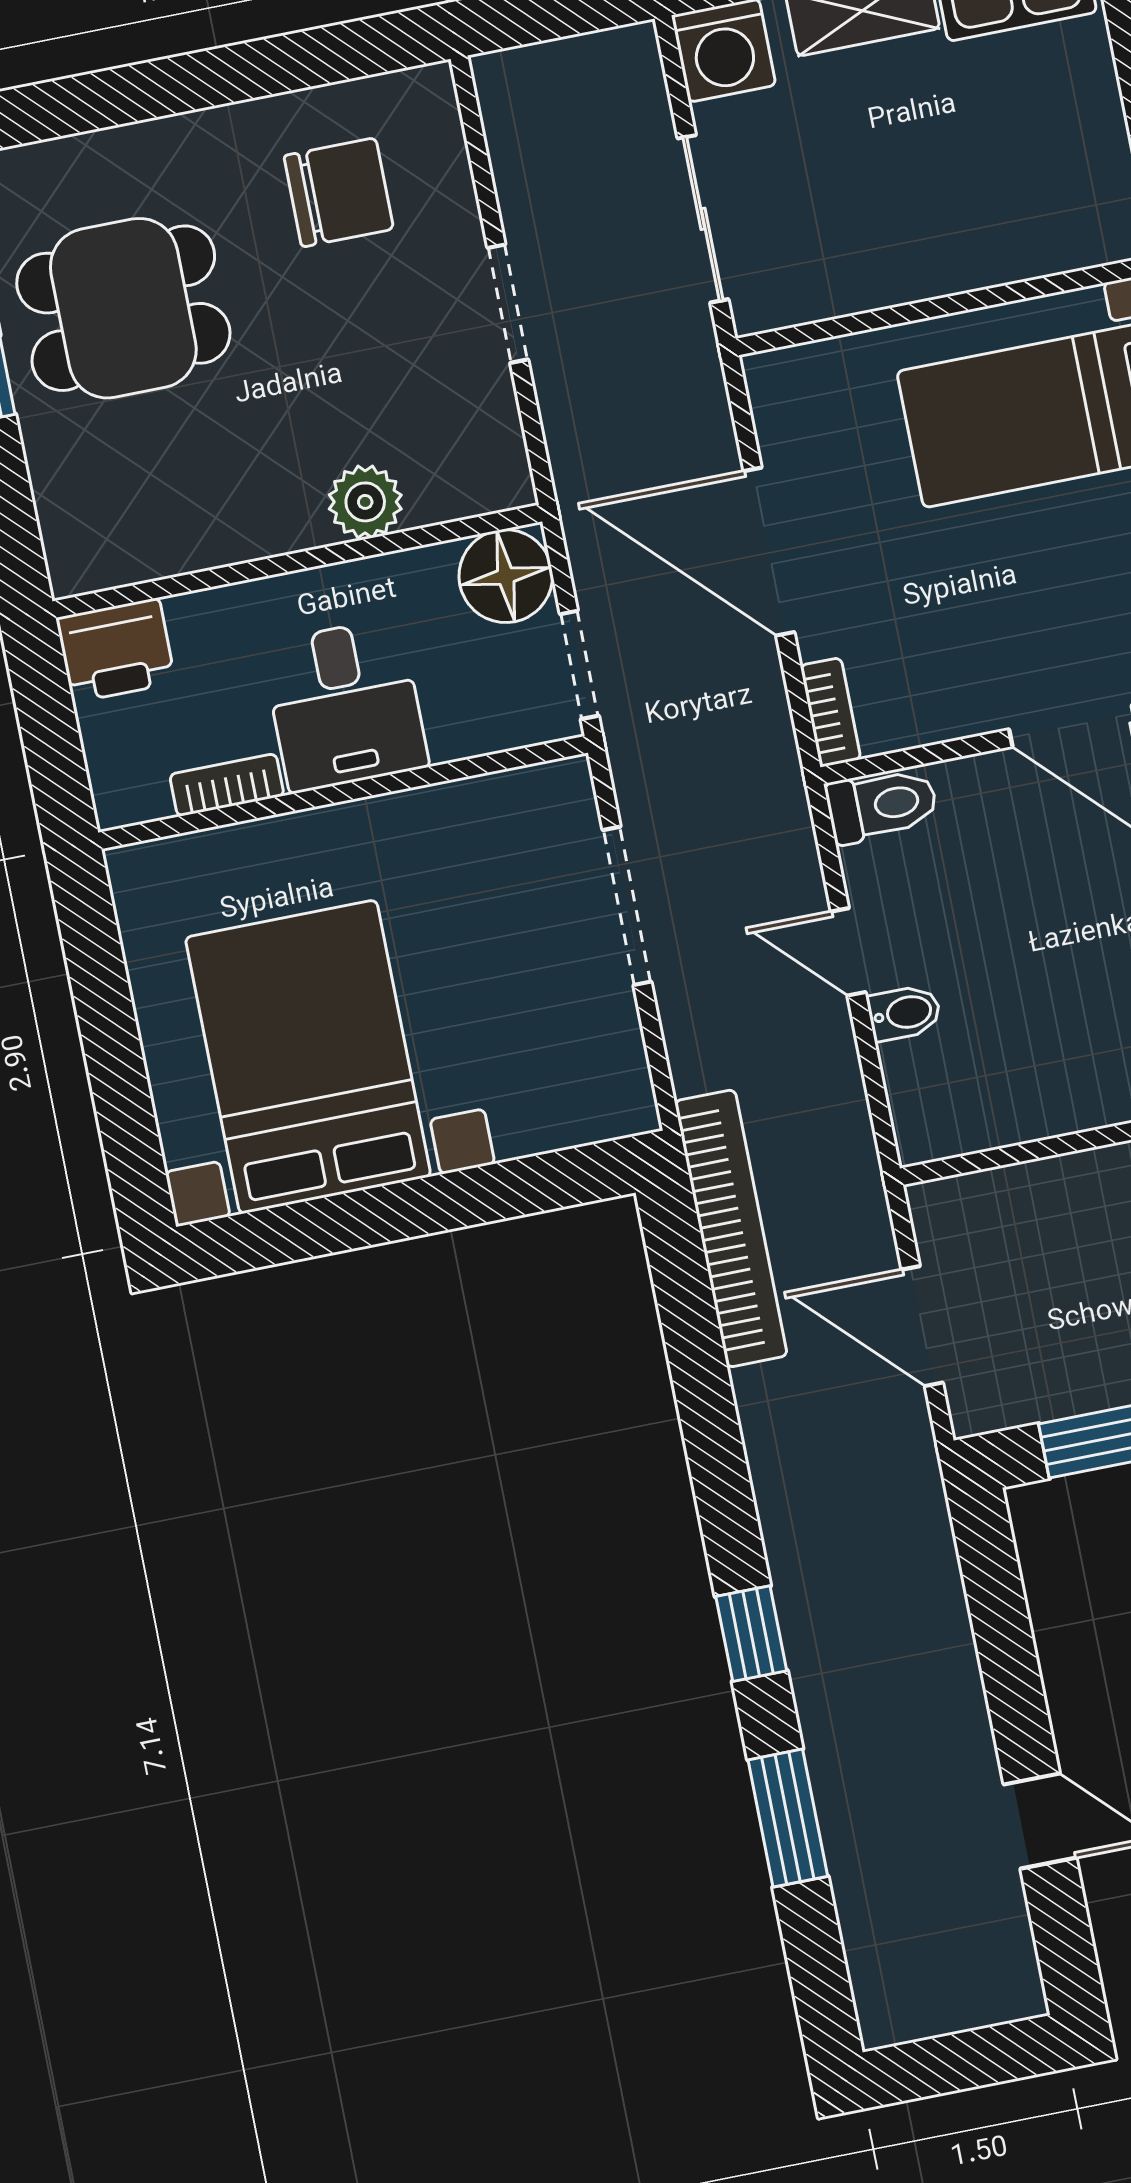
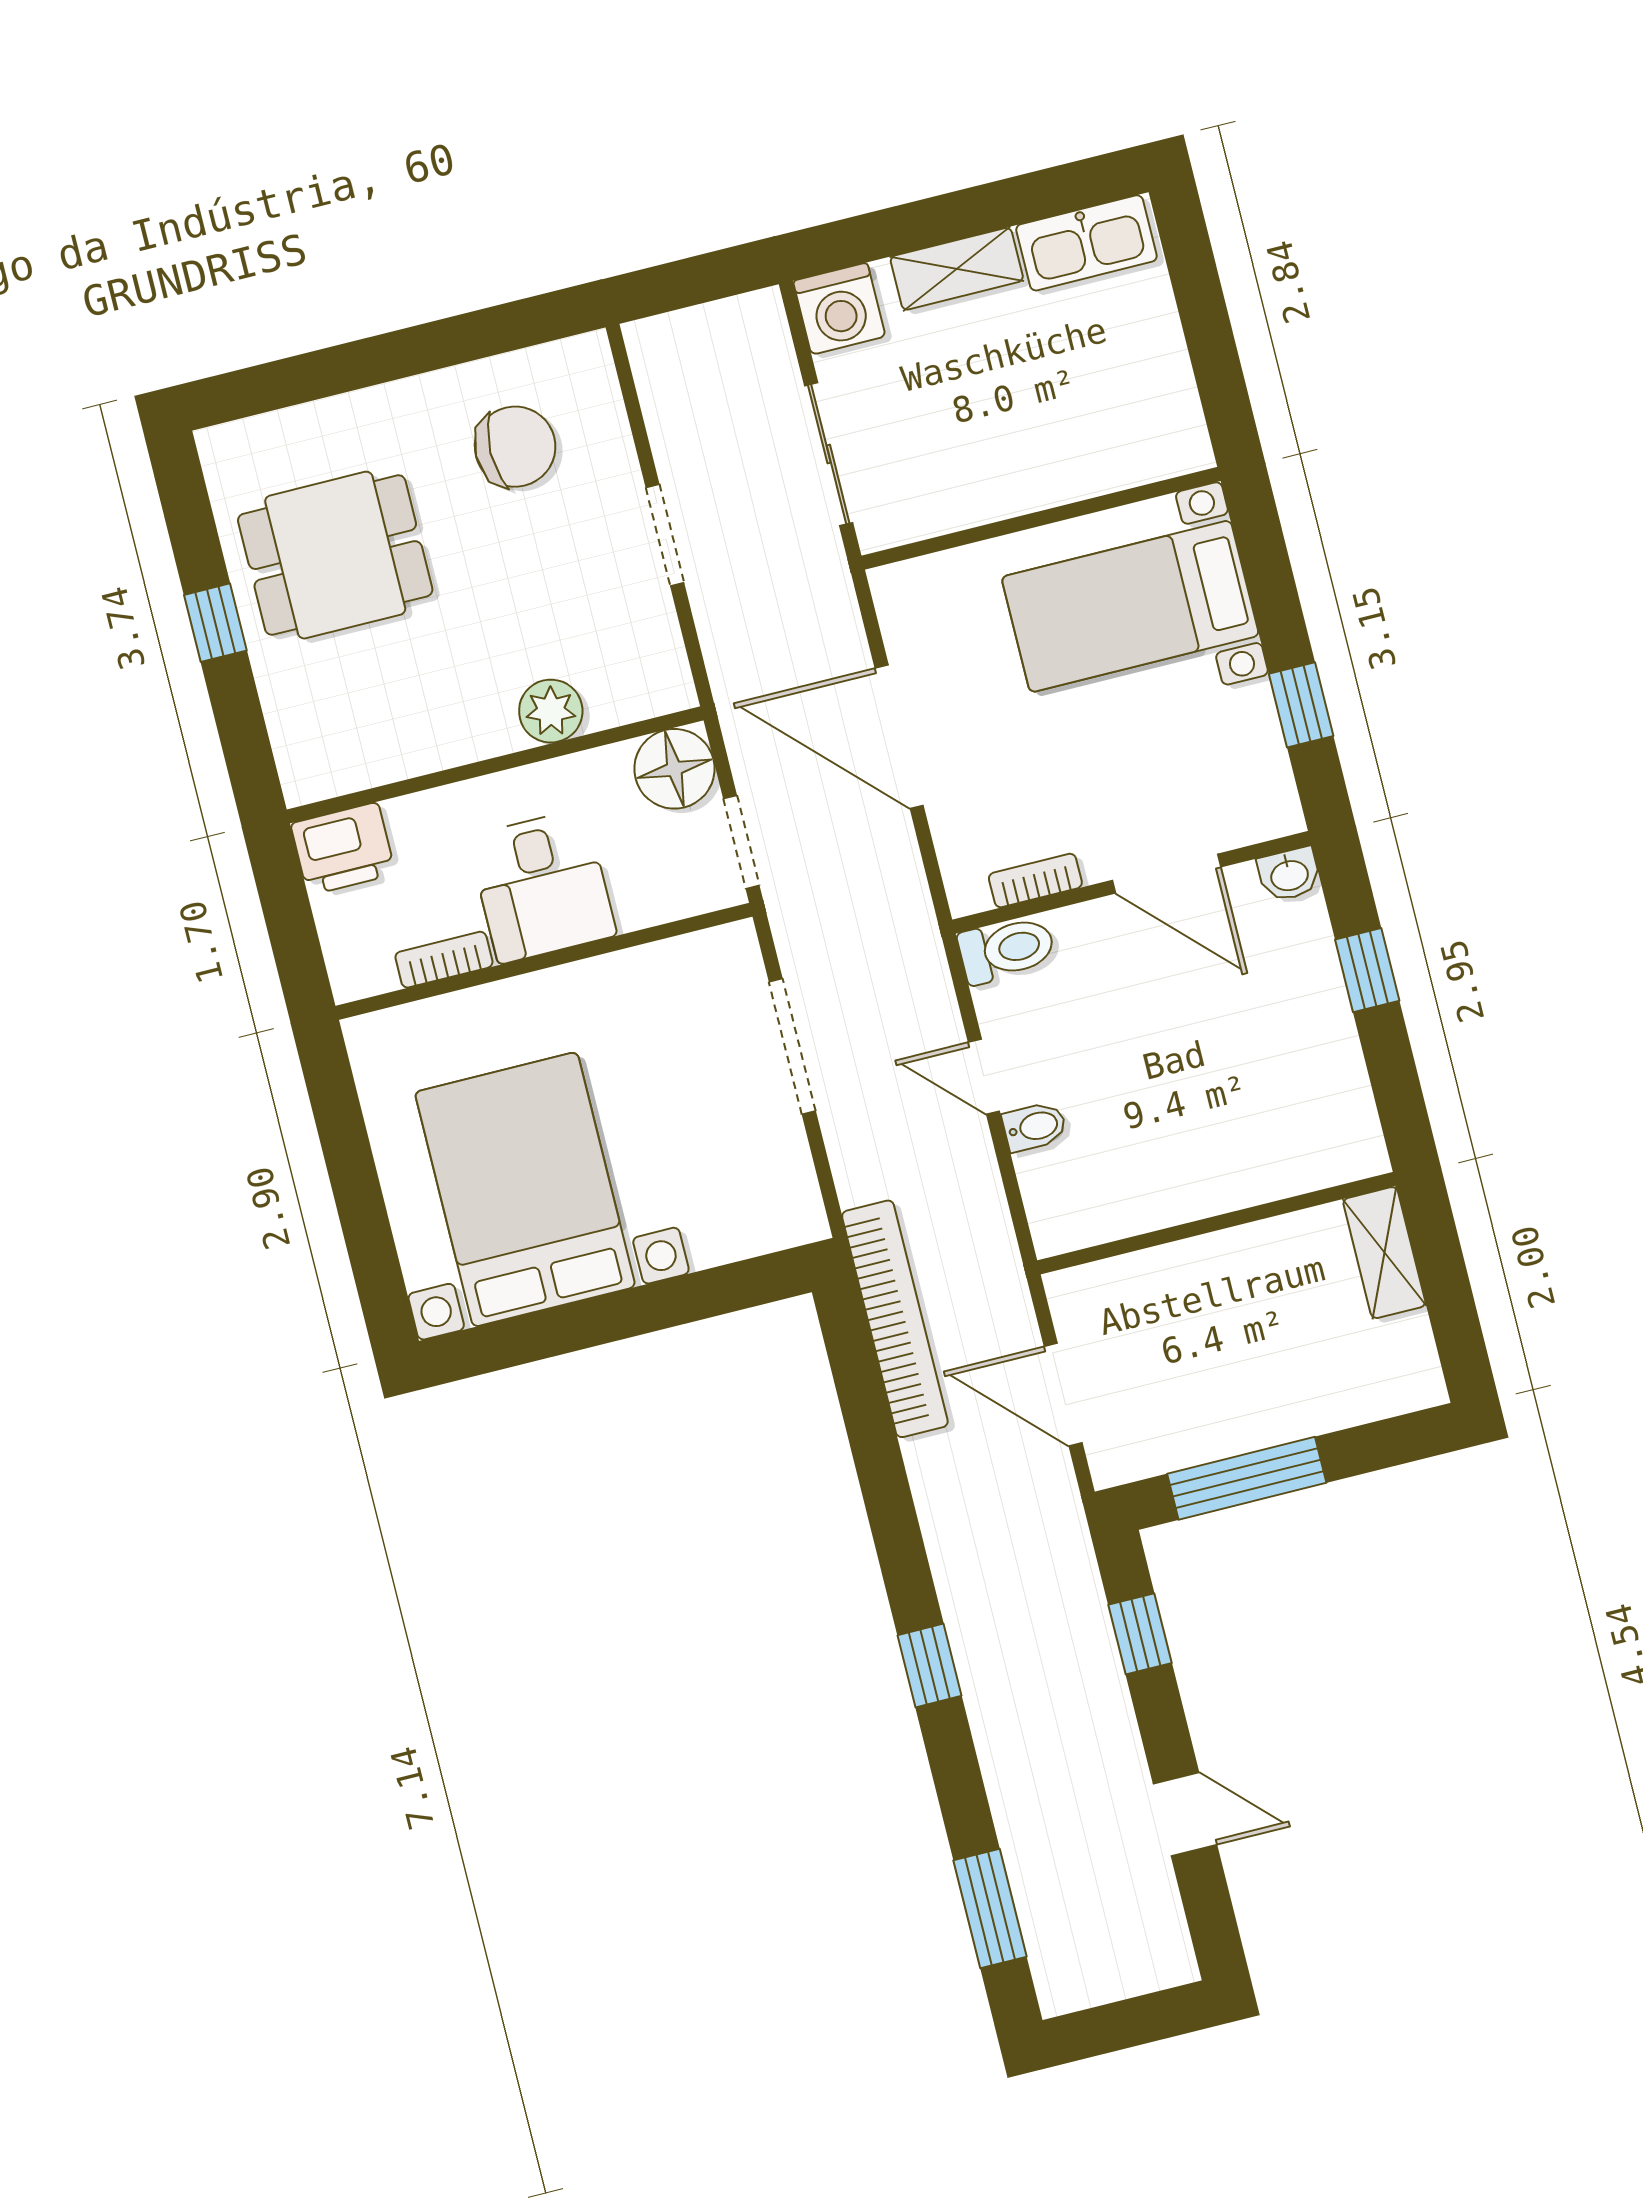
bookcase: (830, 712) -> (1035, 880), moved, turned -90
window: (998, 1609) -> (1140, 1634), added
window: (788, 1818) -> (990, 1909), moved

